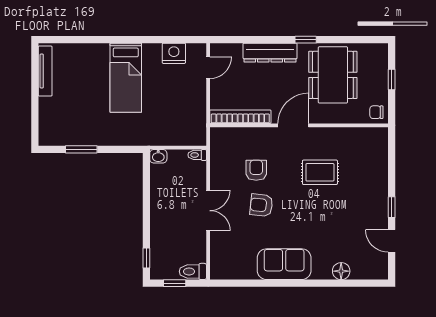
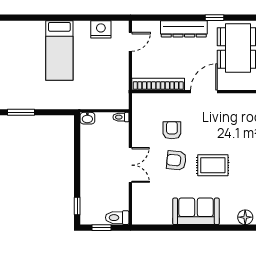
rug: (320, 172) -> (213, 165), moved

